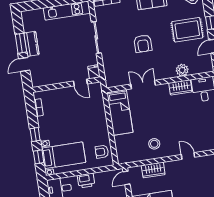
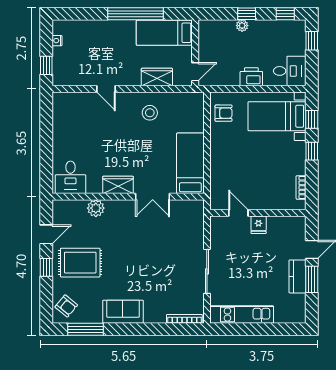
armchair: (143, 44) -> (144, 253), removed
fridge: (94, 72) -> (259, 225), moved
wardrobe: (180, 87) -> (118, 185), moved

